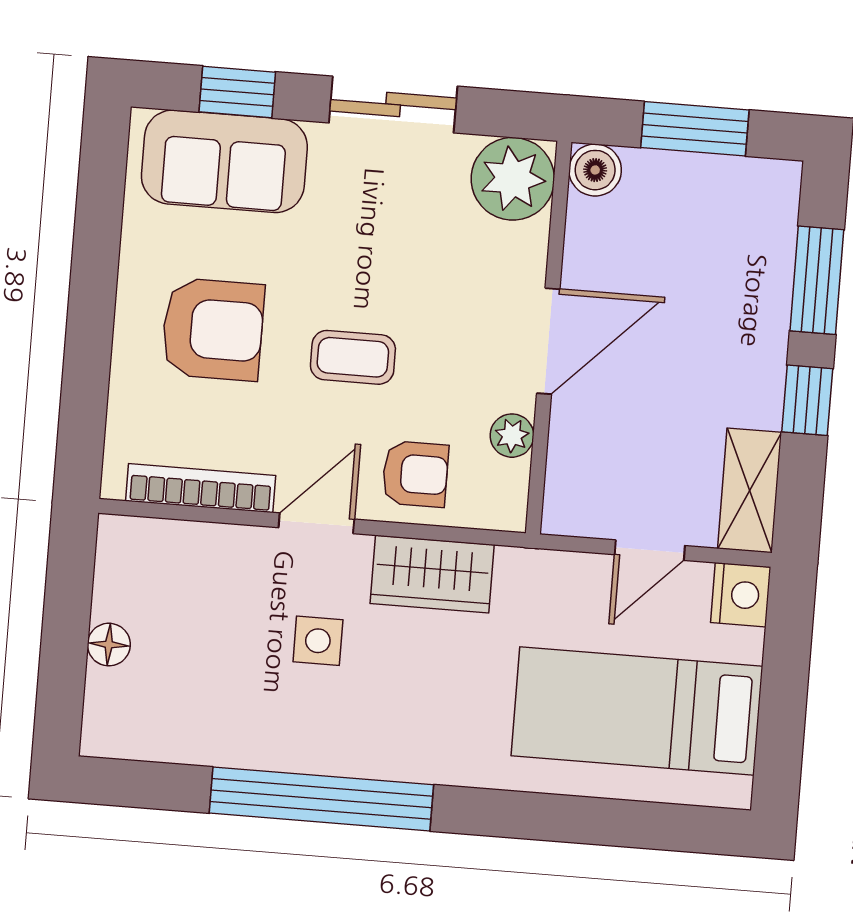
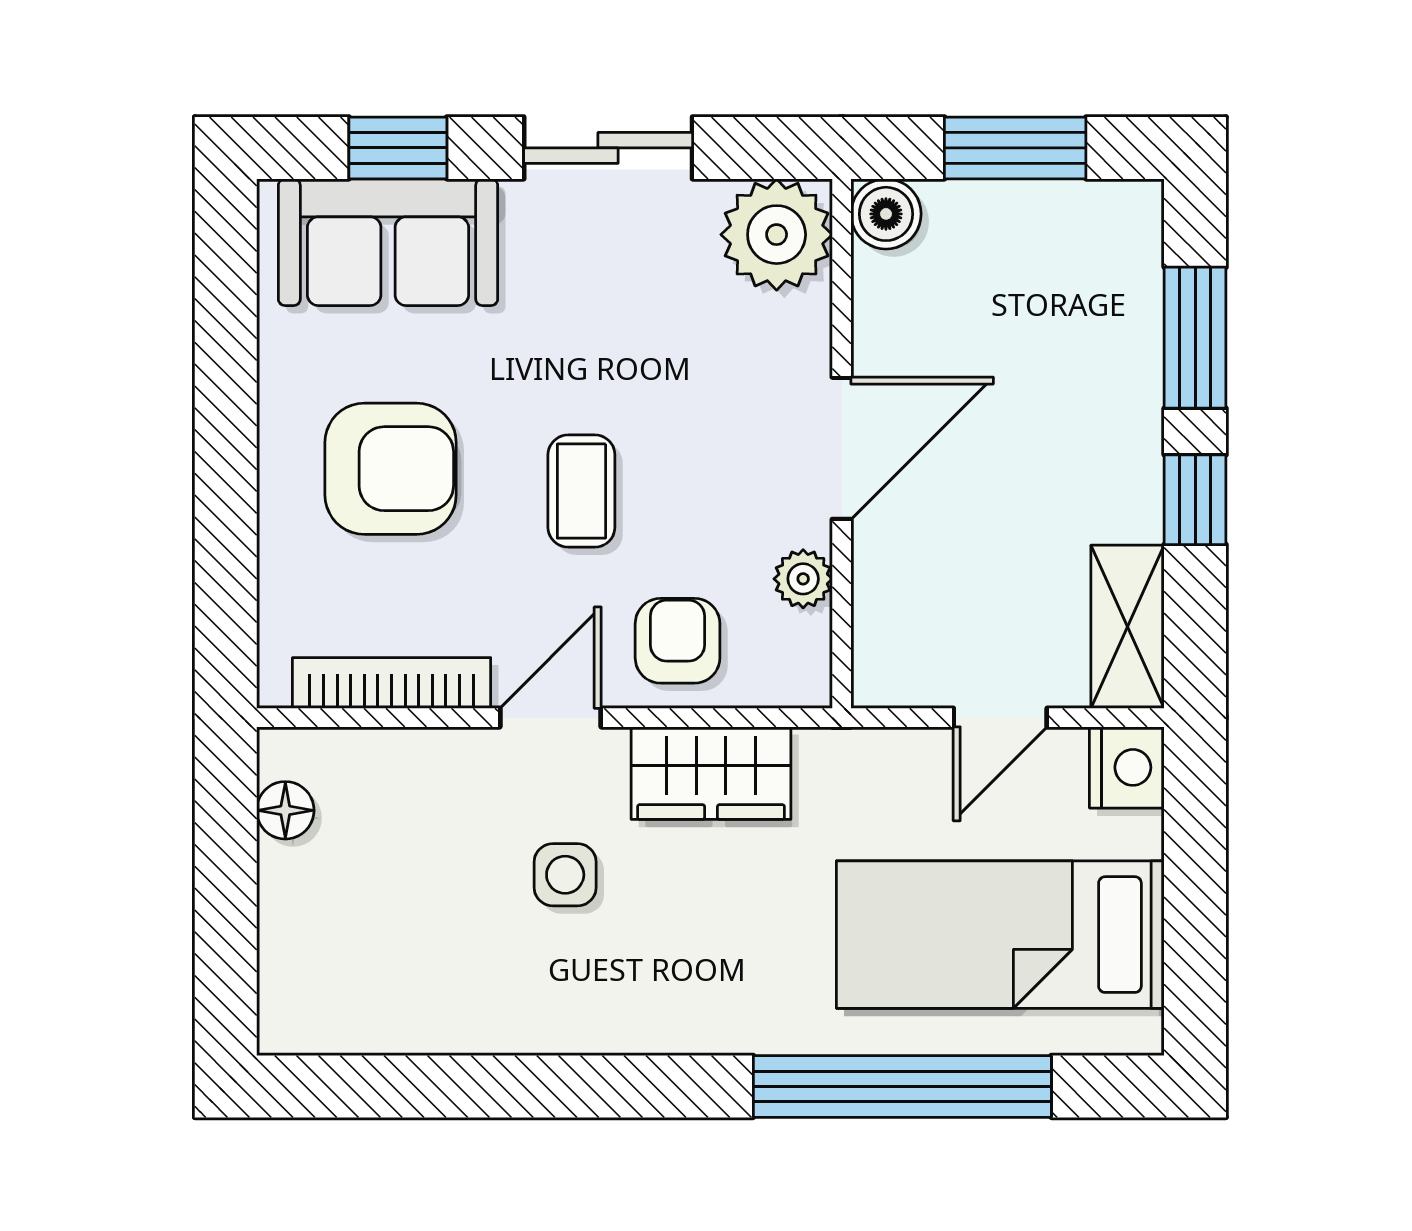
coffee table: (353, 357) -> (581, 491), turned 90
armchair: (415, 474) -> (678, 641), turned -90
floor lamp: (109, 645) -> (285, 810), moved
window: (321, 799) -> (902, 1086), moved

